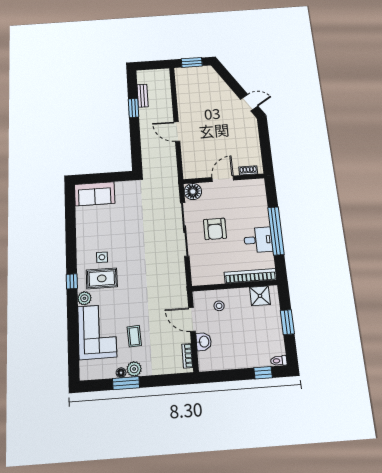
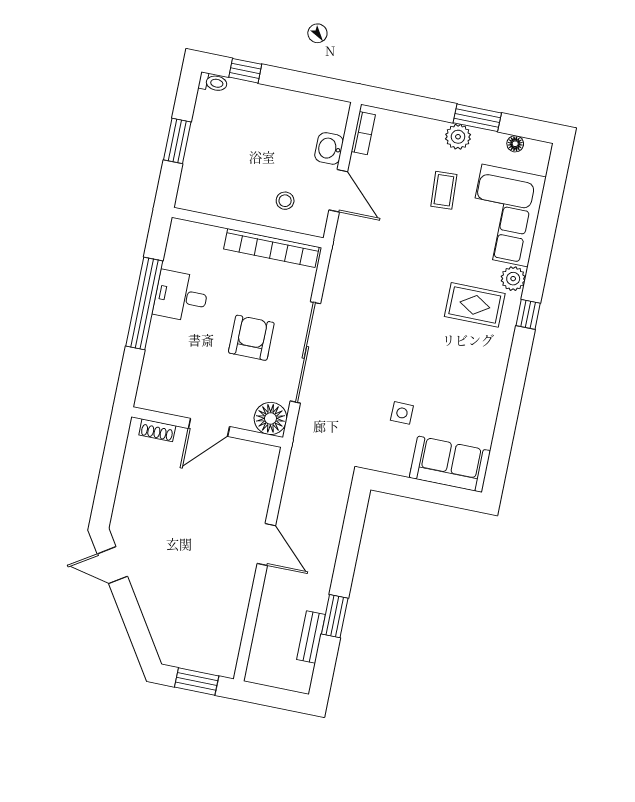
side table: (102, 257) -> (402, 413), moved
bookcase: (250, 276) -> (271, 248), moved
shower: (260, 296) -> (209, 198), removed
floor lamp: (121, 373) -> (515, 144), moved

